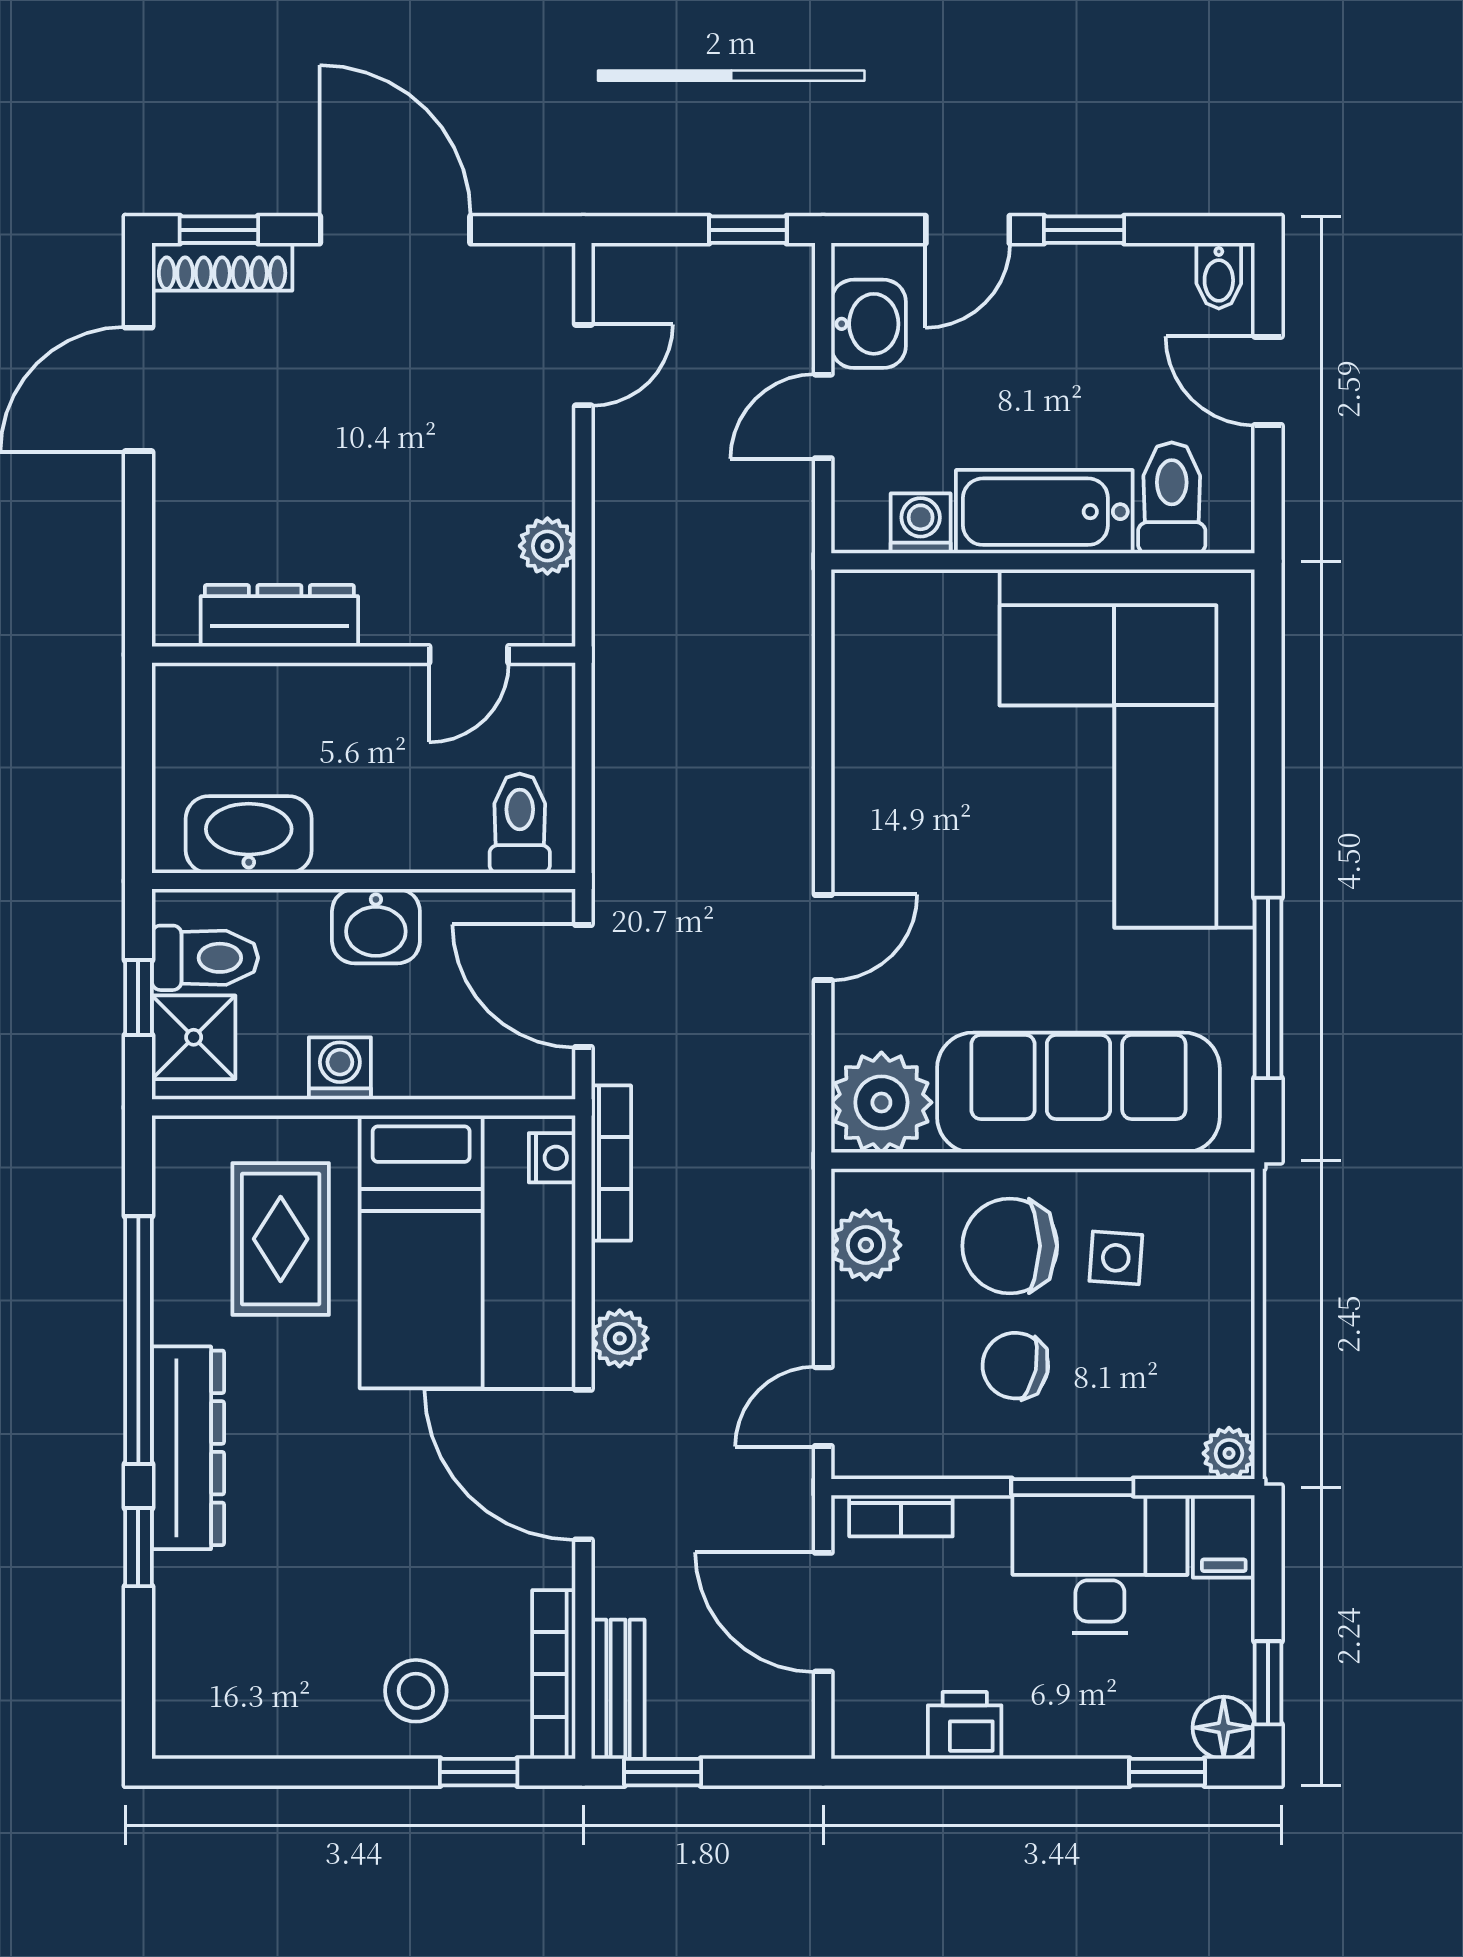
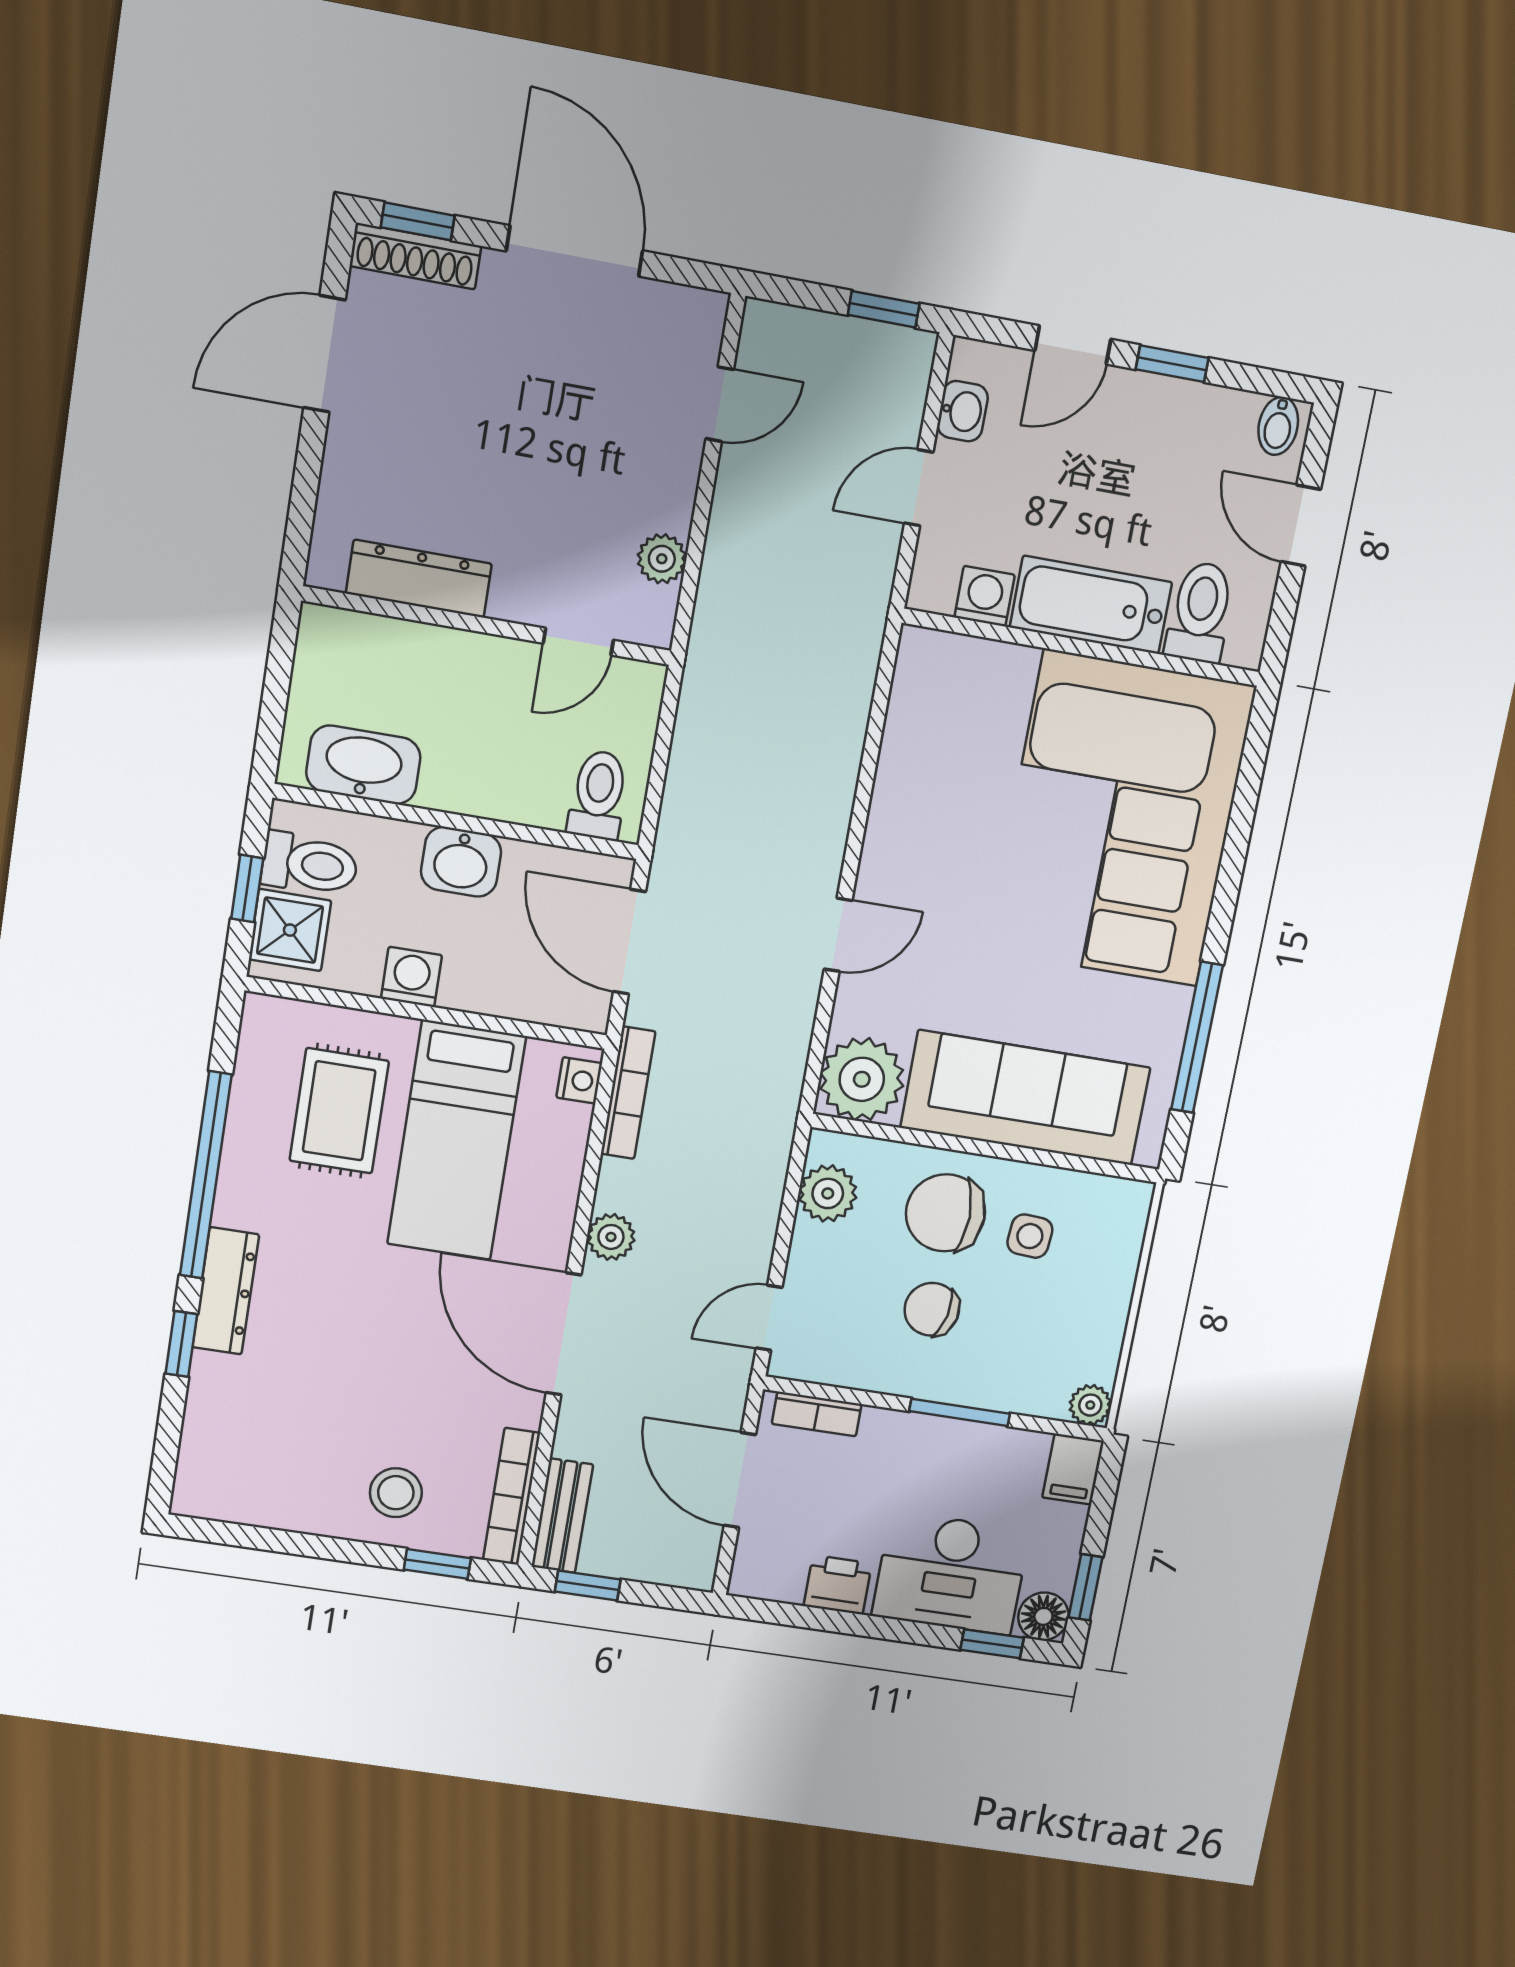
washbasin: (868, 324) -> (963, 411), width x0.72, depth x0.69
dresser: (188, 1448) -> (226, 1291), width x0.73, depth x0.80
desk: (1100, 1564) -> (951, 1573), moved, turned 180

